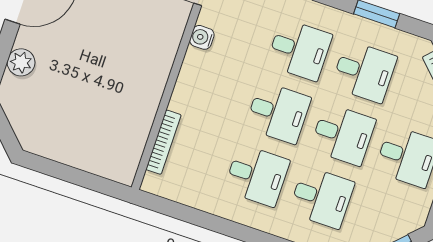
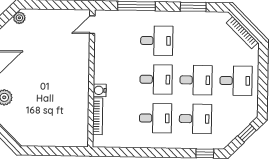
water cooler: (202, 37) -> (100, 90), moved
desk: (364, 72) -> (197, 41), removed

